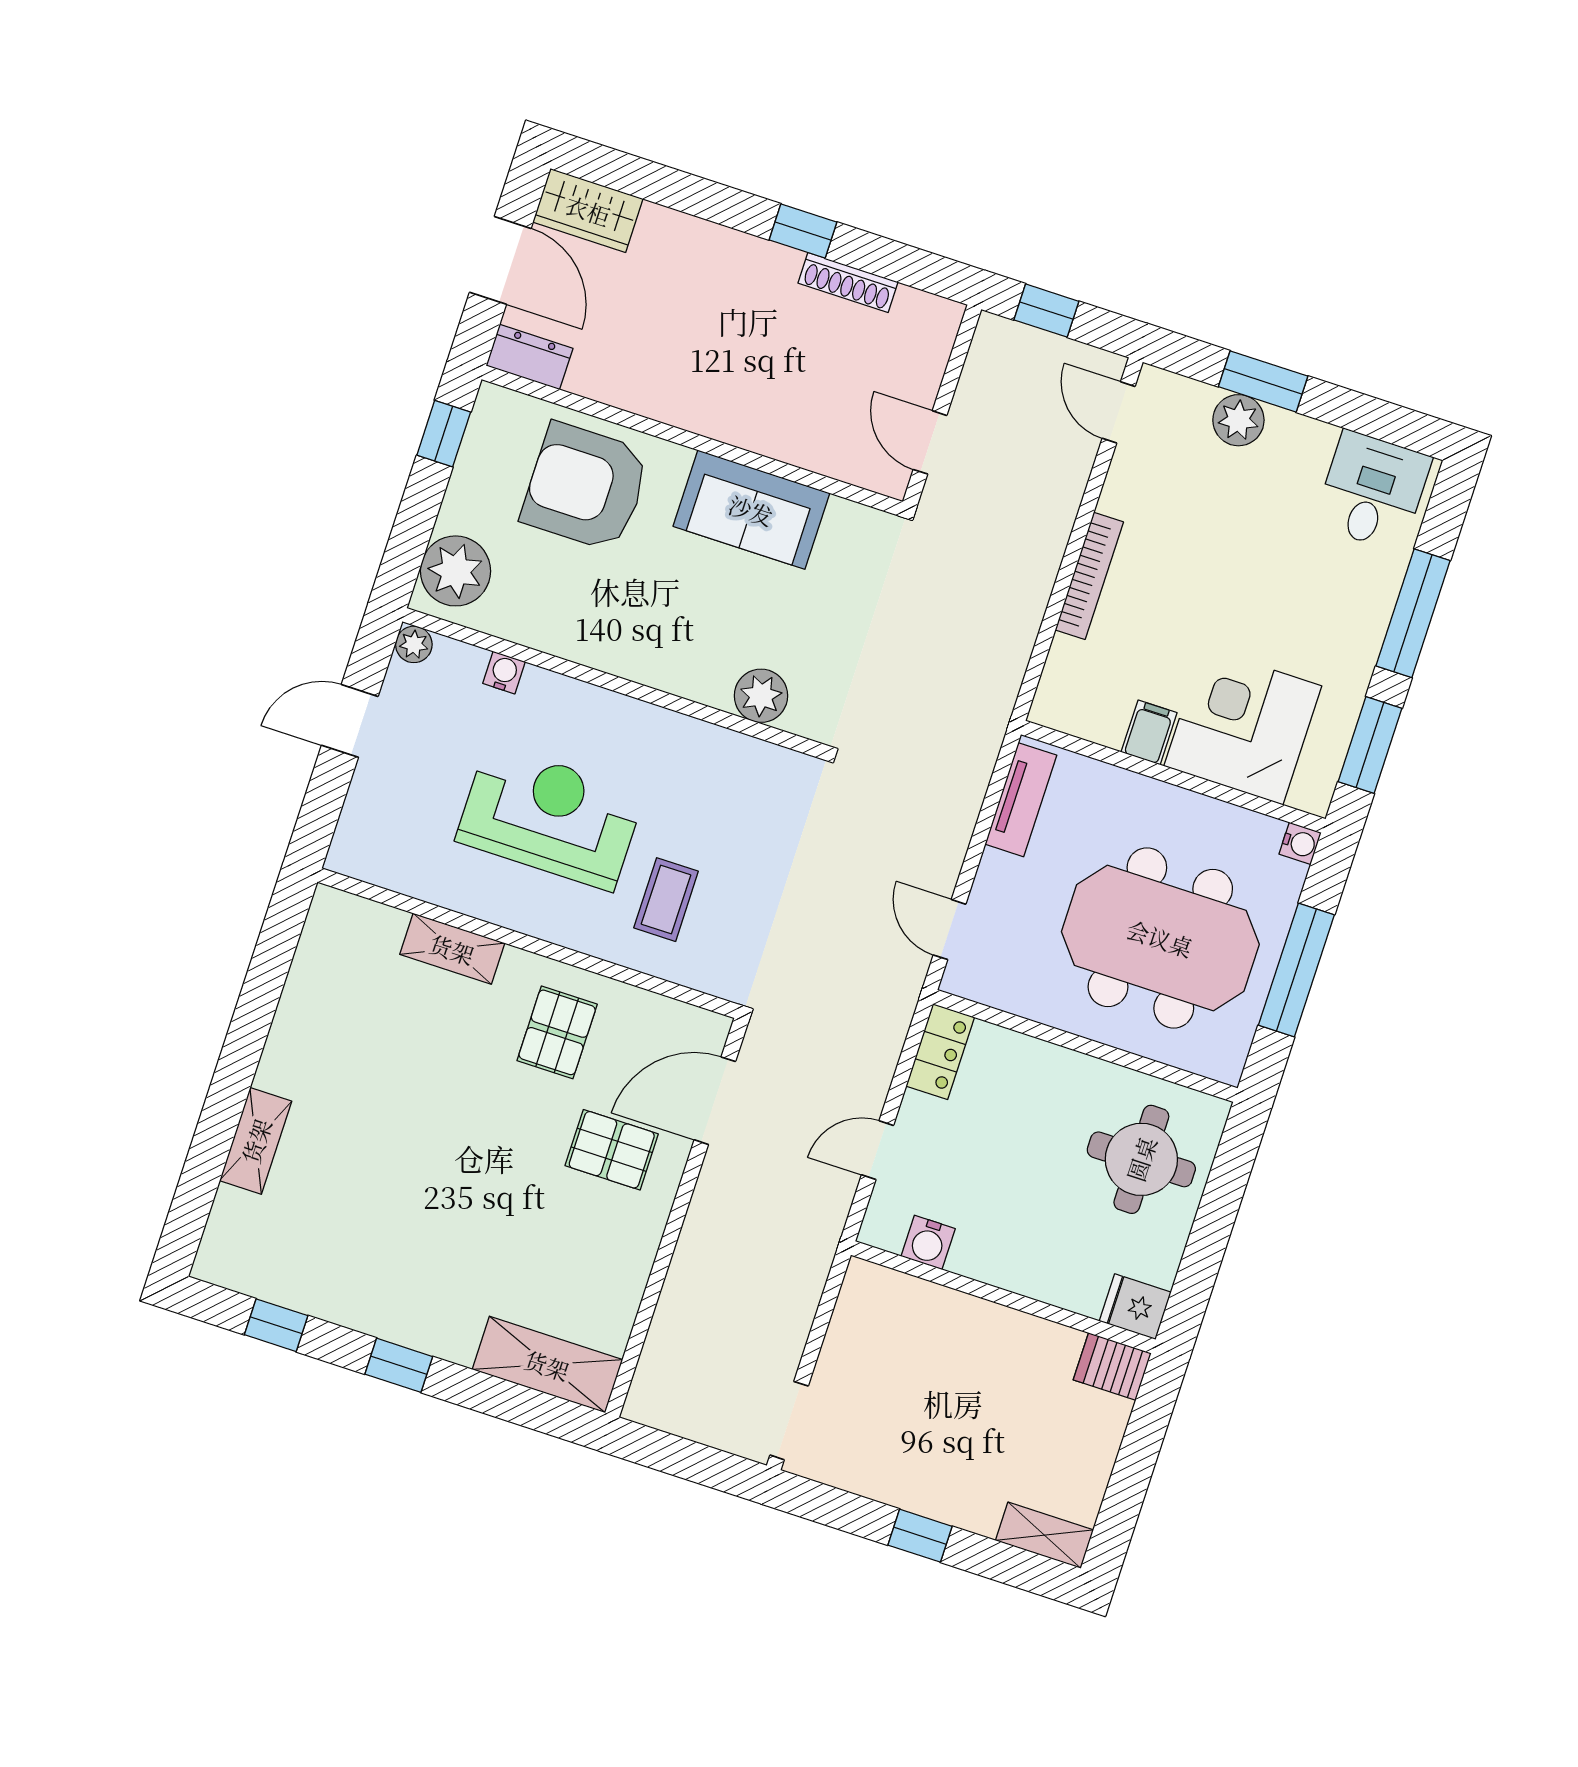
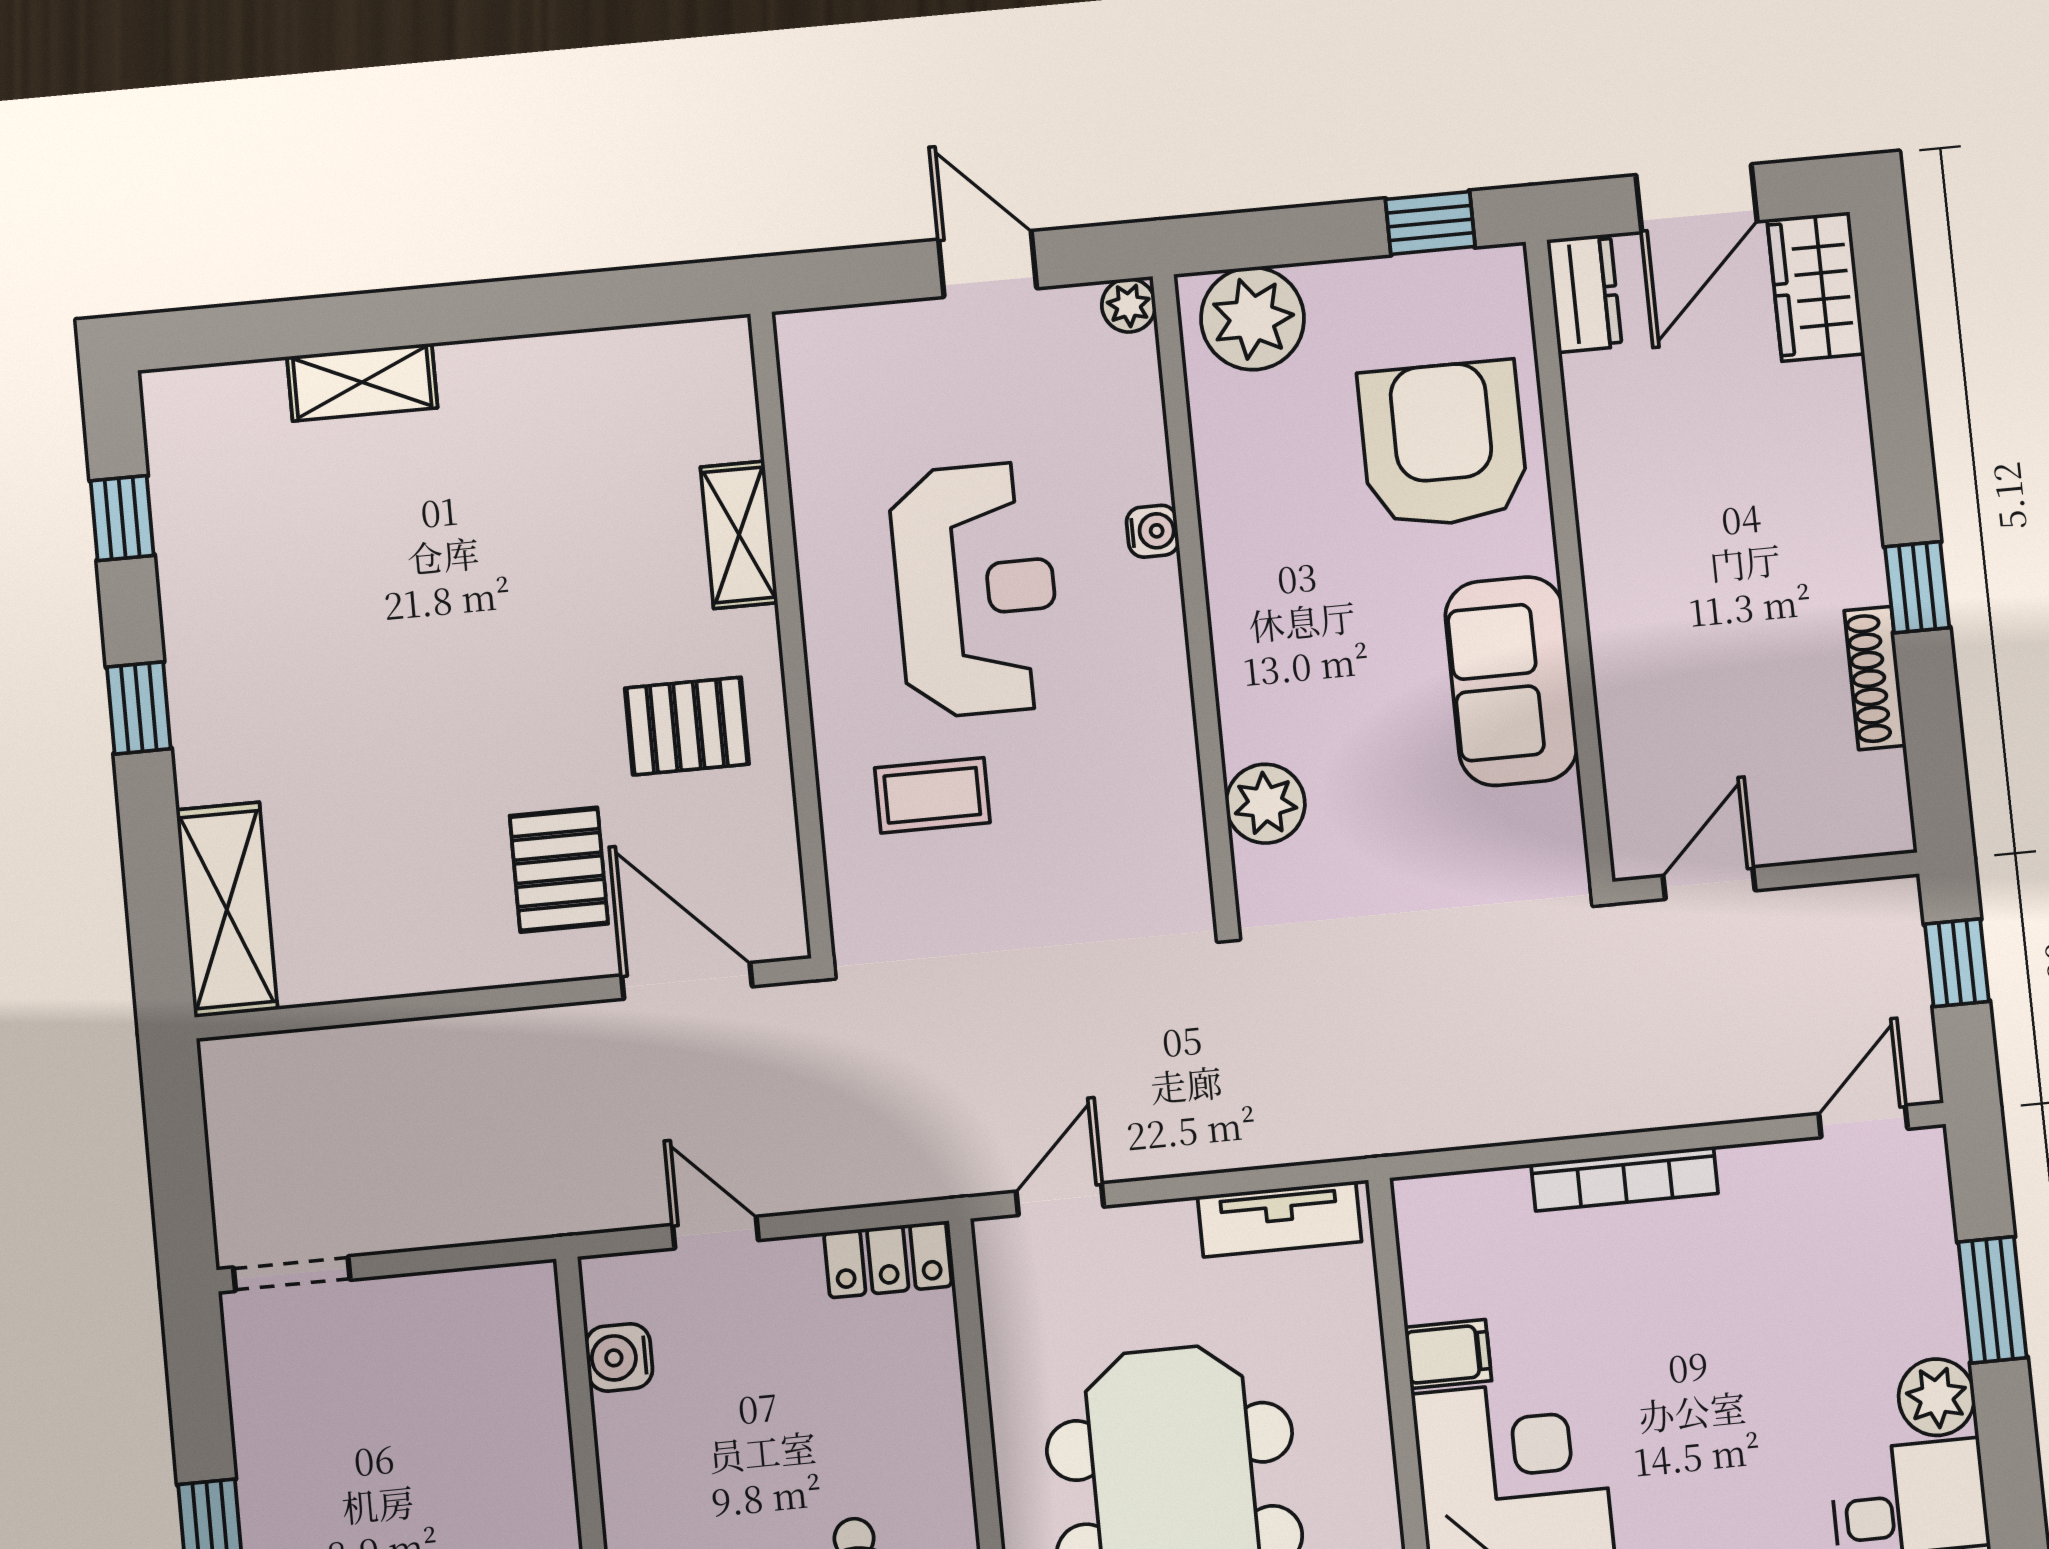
plant: (1238, 420) -> (1937, 1397), moved
water cooler: (504, 673) -> (1153, 531), moved

